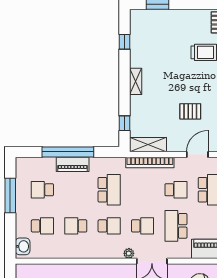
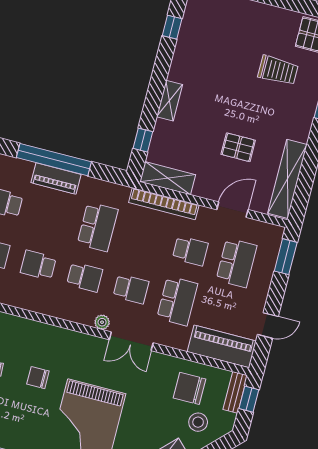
shelving: (136, 81) -> (169, 101), moved
school desk: (176, 226) -> (177, 301), turned 180

